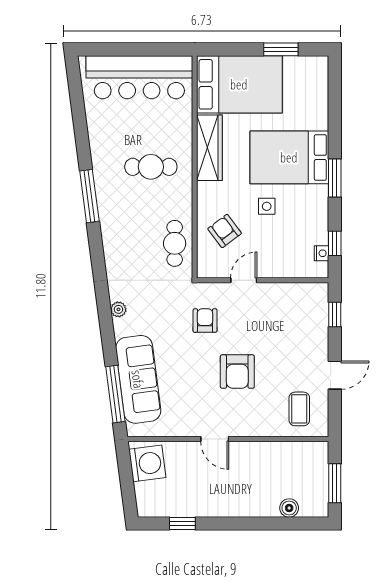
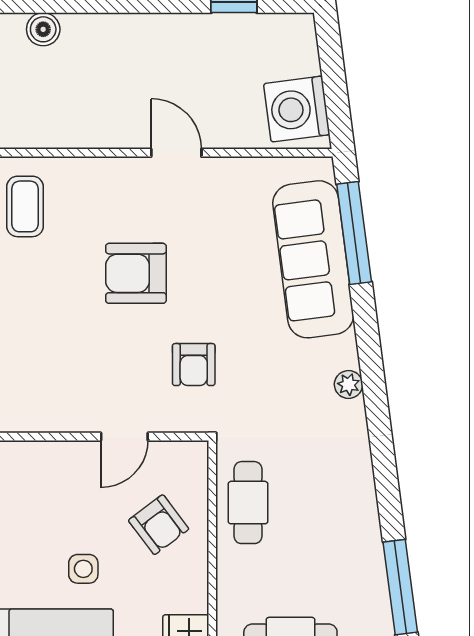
armchair: (237, 372) -> (136, 273), turned -90

